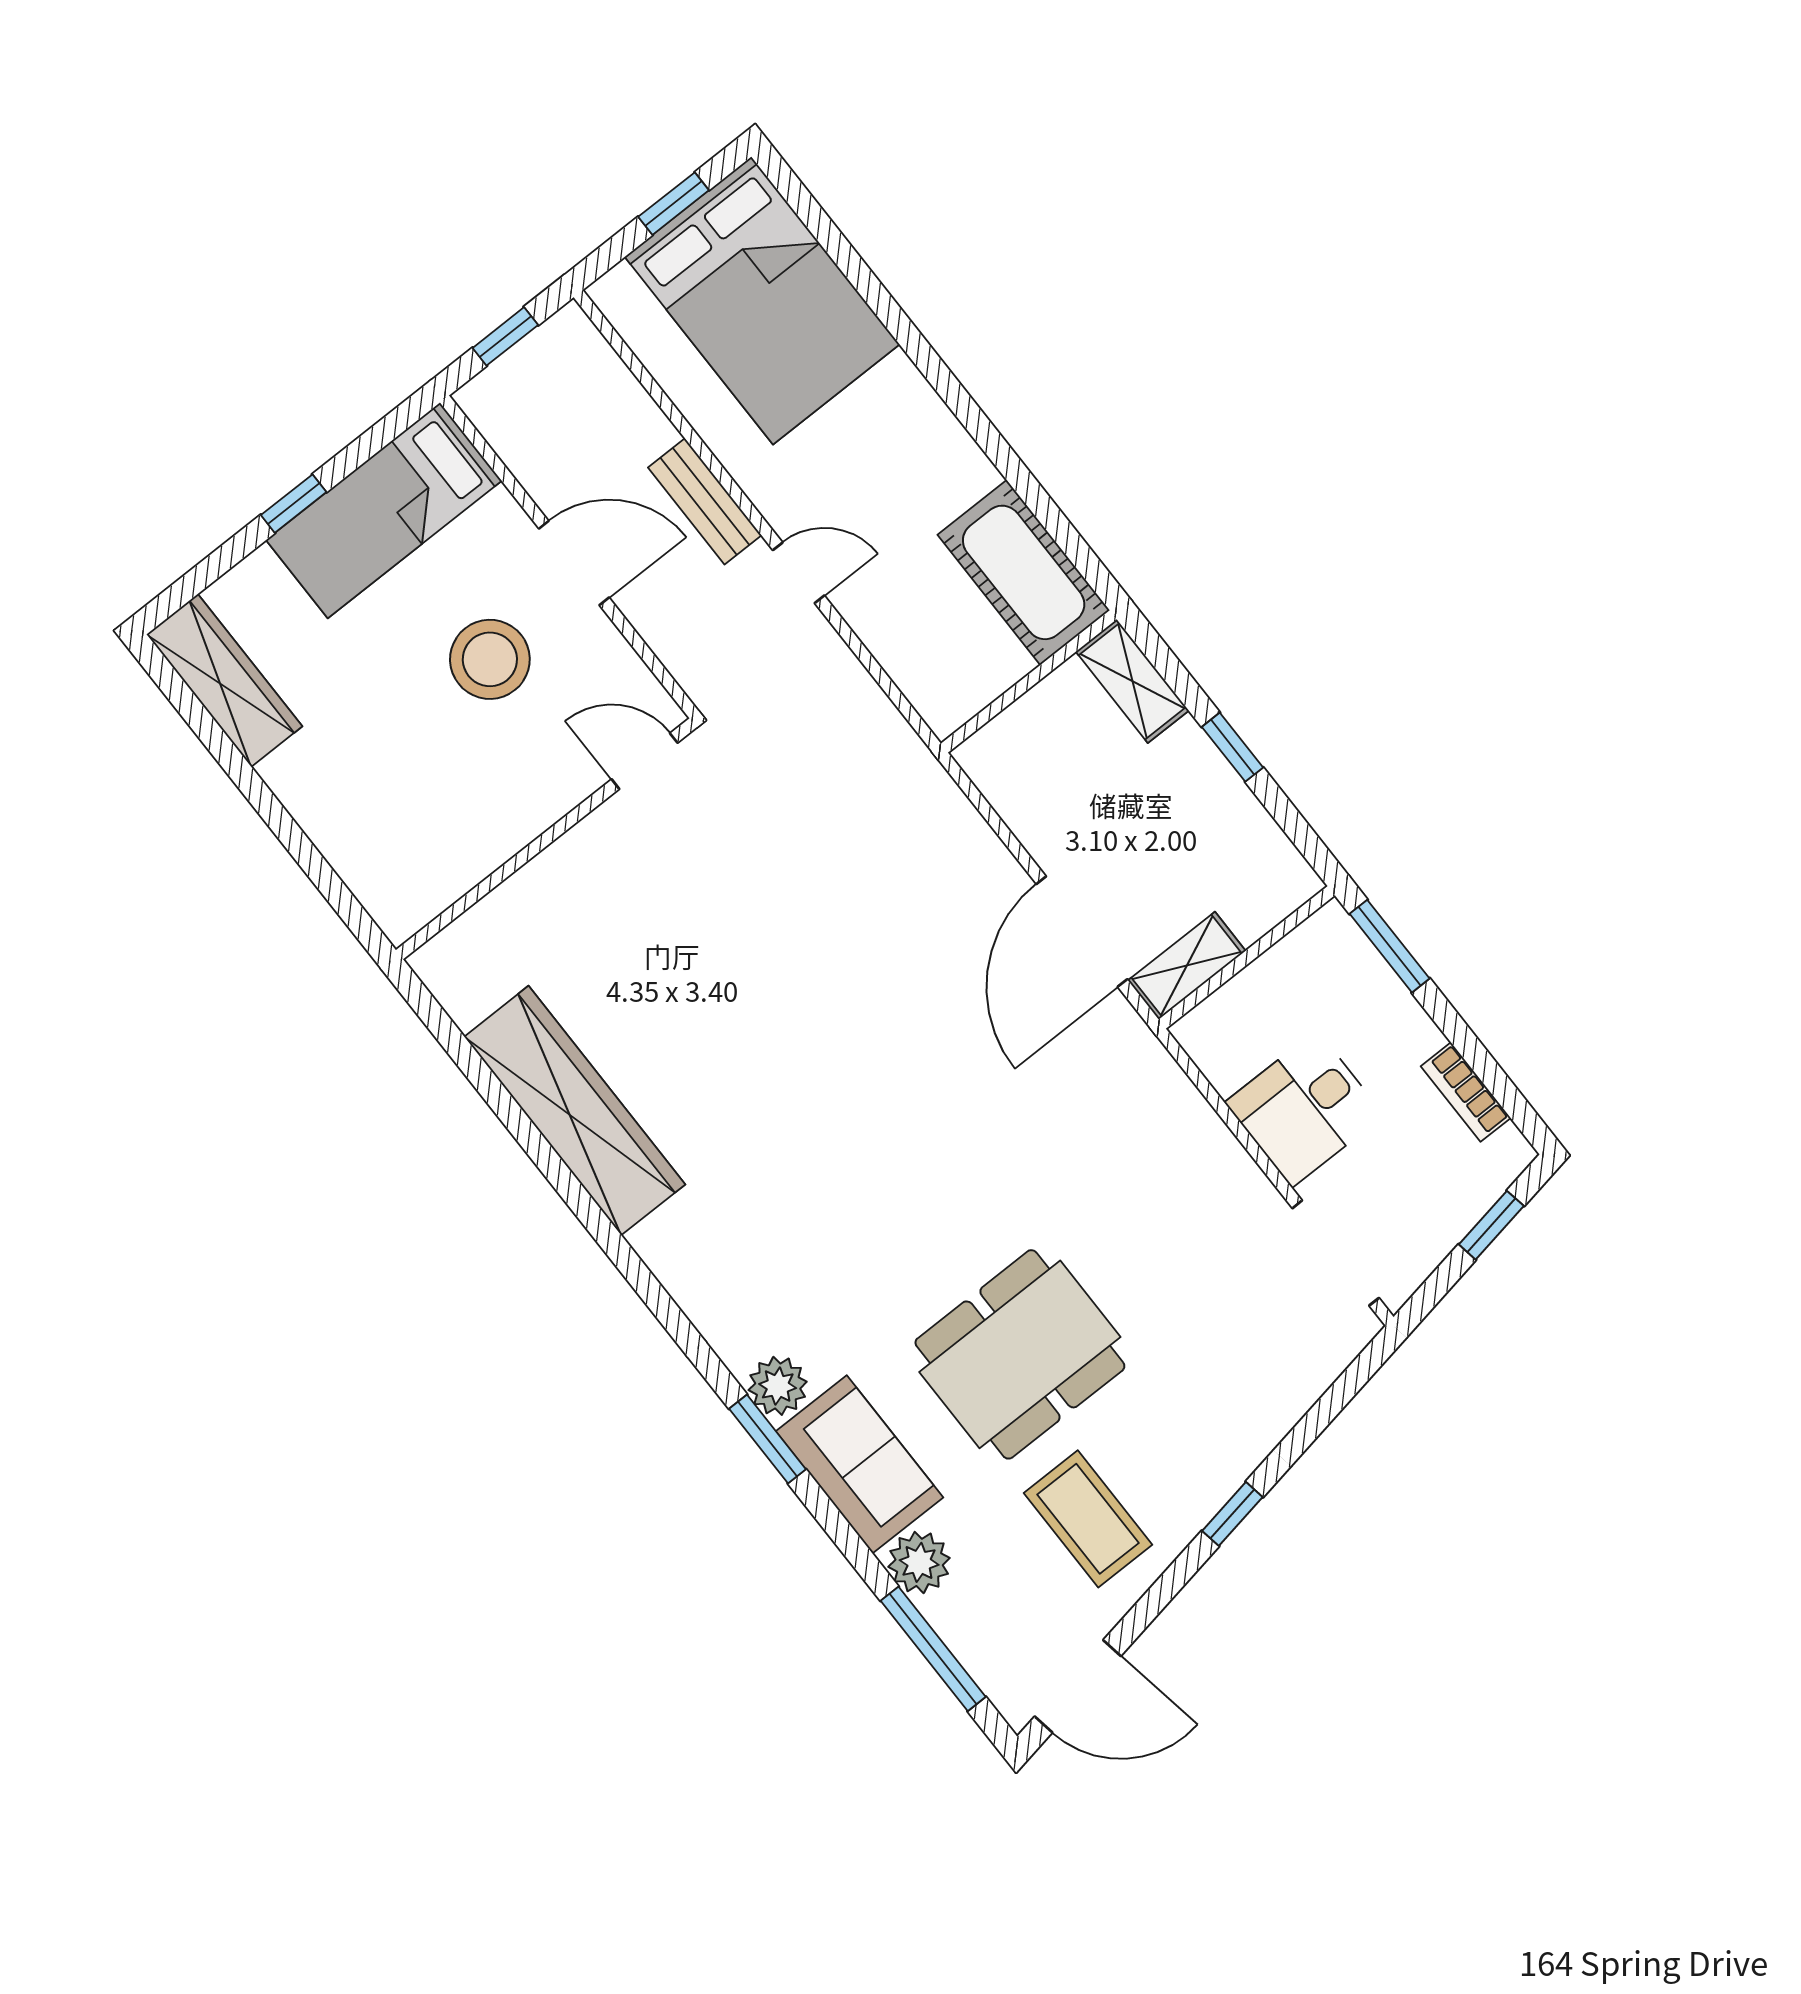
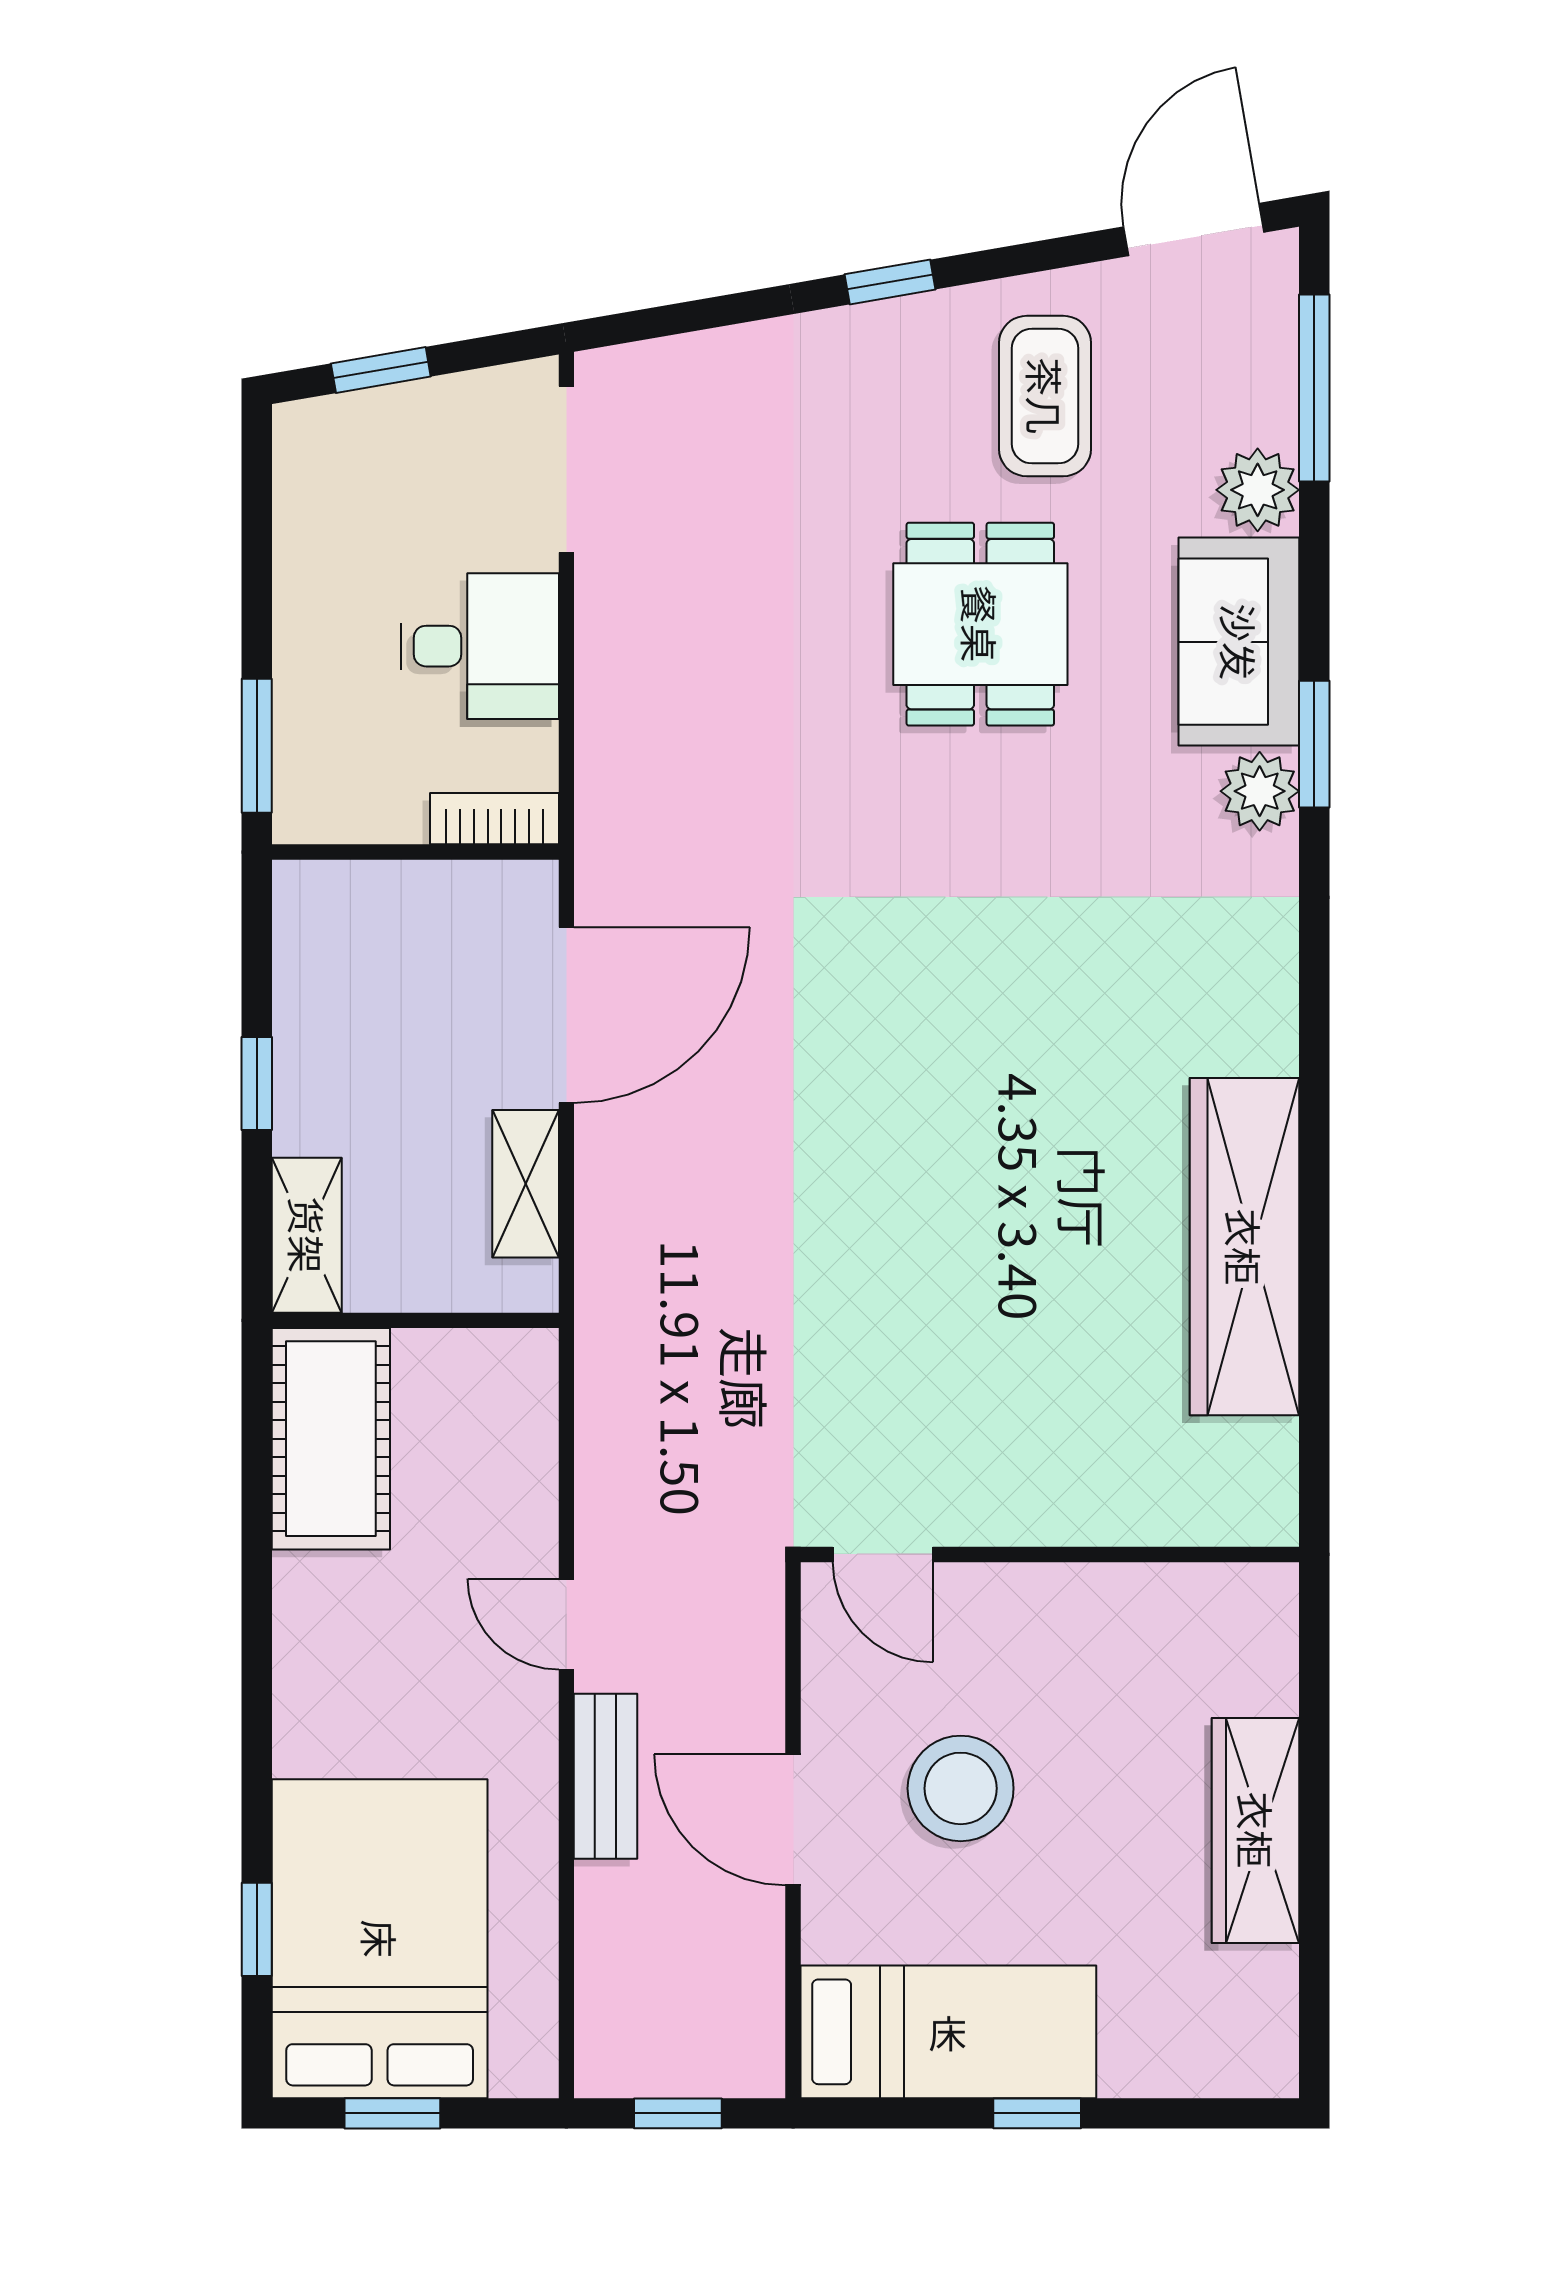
window: (839, 249) -> (257, 1929), added
wardrobe: (224, 680) -> (1256, 1830), moved
shelving: (1187, 966) -> (526, 1184), moved, turned 90
bookcase: (1466, 1092) -> (494, 819), moved, turned -90
dining table: (1020, 1354) -> (980, 624), width x0.73
door: (1078, 1686) -> (1194, 229), hinge flipped

